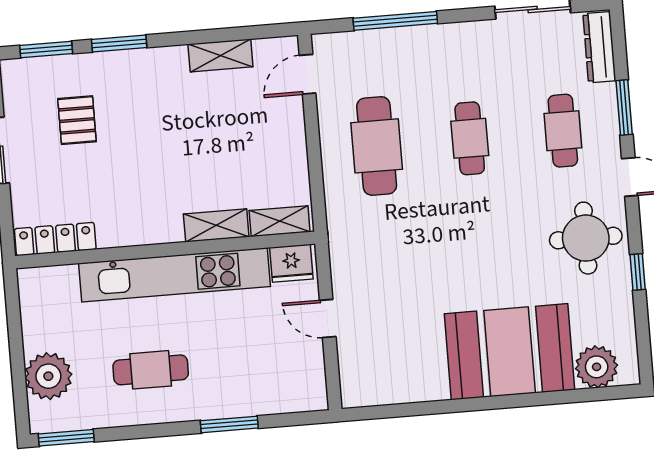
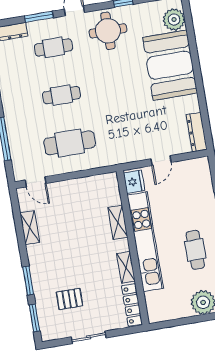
shelving: (280, 221) -> (126, 267), moved
dresser: (377, 392) -> (197, 132), added

